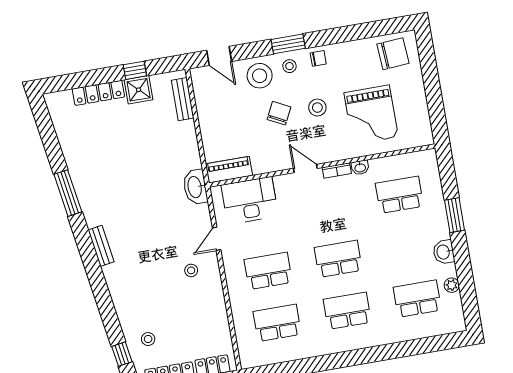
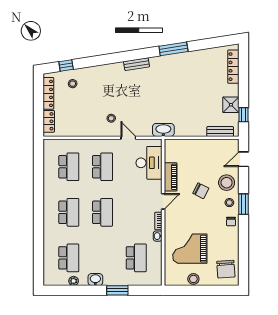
window: (135, 70) -> (244, 115), moved
locker: (98, 93) -> (233, 67), moved
stool: (317, 108) -> (193, 279), moved
piano: (229, 170) -> (171, 177), moved

